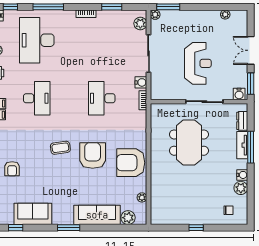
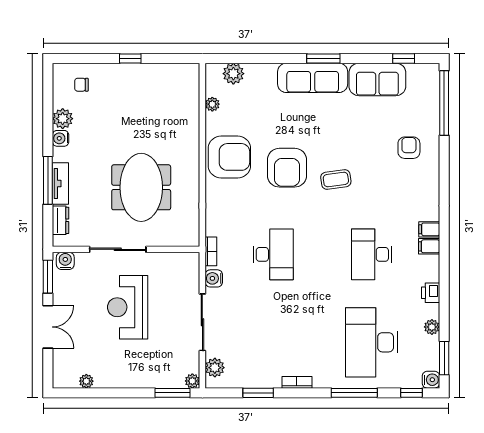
desk: (37, 40) -> (372, 342), turned 180
sofa: (97, 215) -> (313, 78), moved

